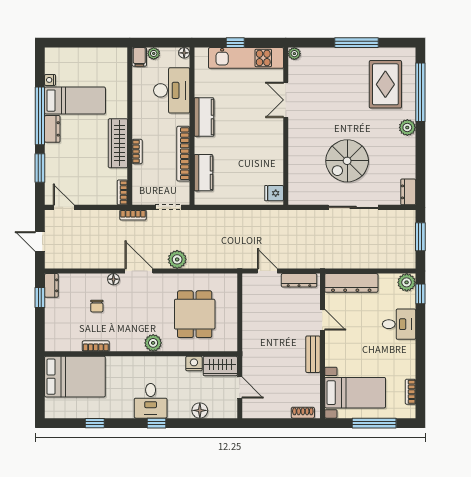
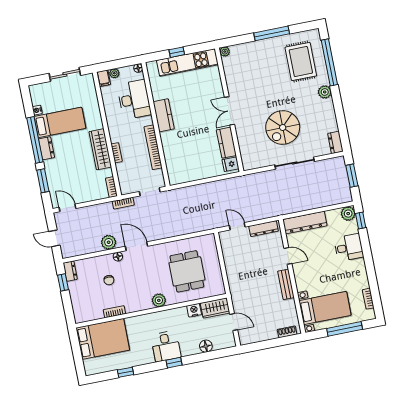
sliding door: (93, 43) -> (65, 74), added
double door: (286, 100) -> (229, 111), moved
kitchen counter: (203, 173) -> (226, 143), moved, turned 180
plant: (177, 259) -> (109, 242), moved

